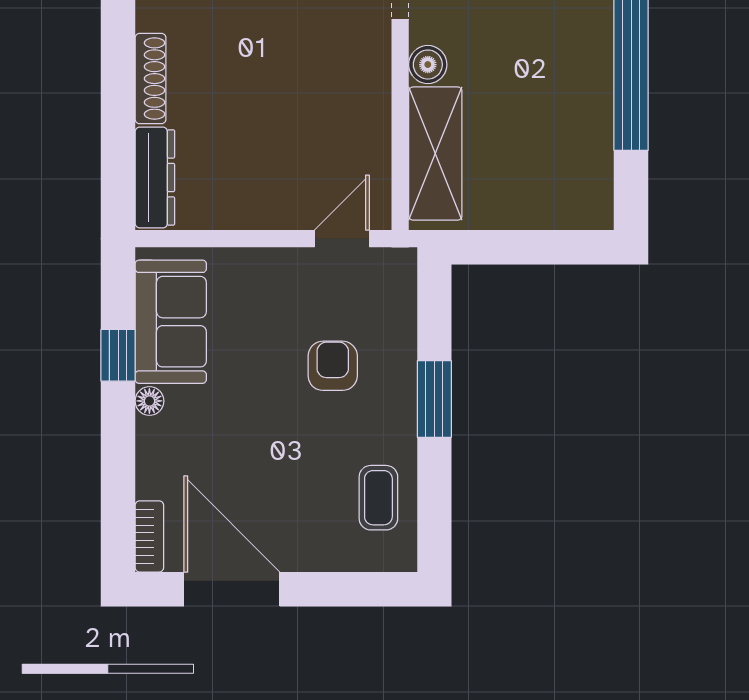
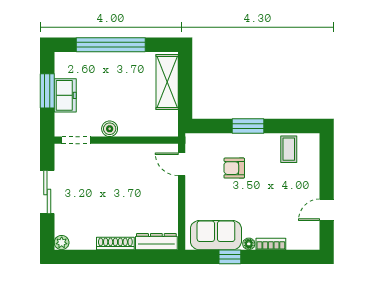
shelving: (435, 154) -> (167, 82), moved, turned 90
coffee table: (378, 498) -> (289, 149), turned 90
bookcase: (149, 536) -> (271, 244), moved
door: (232, 589) -> (327, 210), width x0.53

